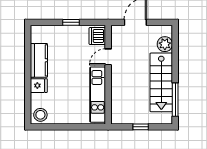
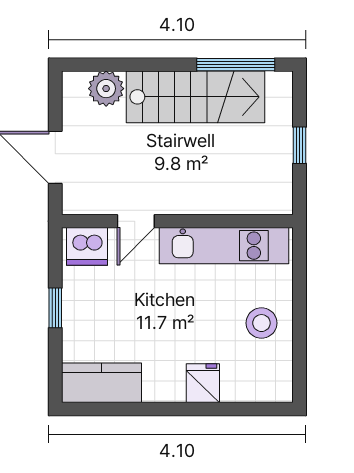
door: (108, 57) -> (136, 221), hinge flipped
kitchen counter: (39, 60) -> (101, 383), moved
stool: (40, 115) -> (261, 323), moved

